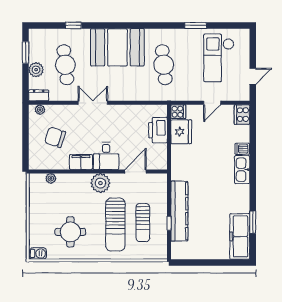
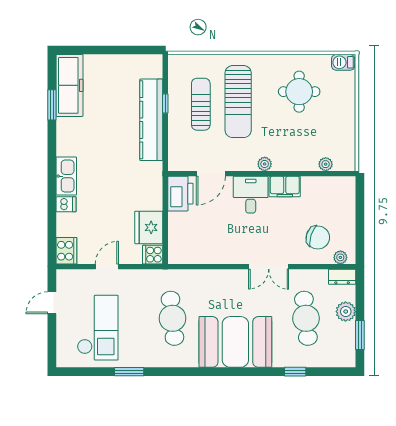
printer: (158, 130) -> (180, 194), moved
chair: (55, 137) -> (318, 237), moved
plant: (100, 183) -> (265, 164), width x0.53, depth x0.53
sun lounger: (115, 225) -> (238, 102), turned 180

